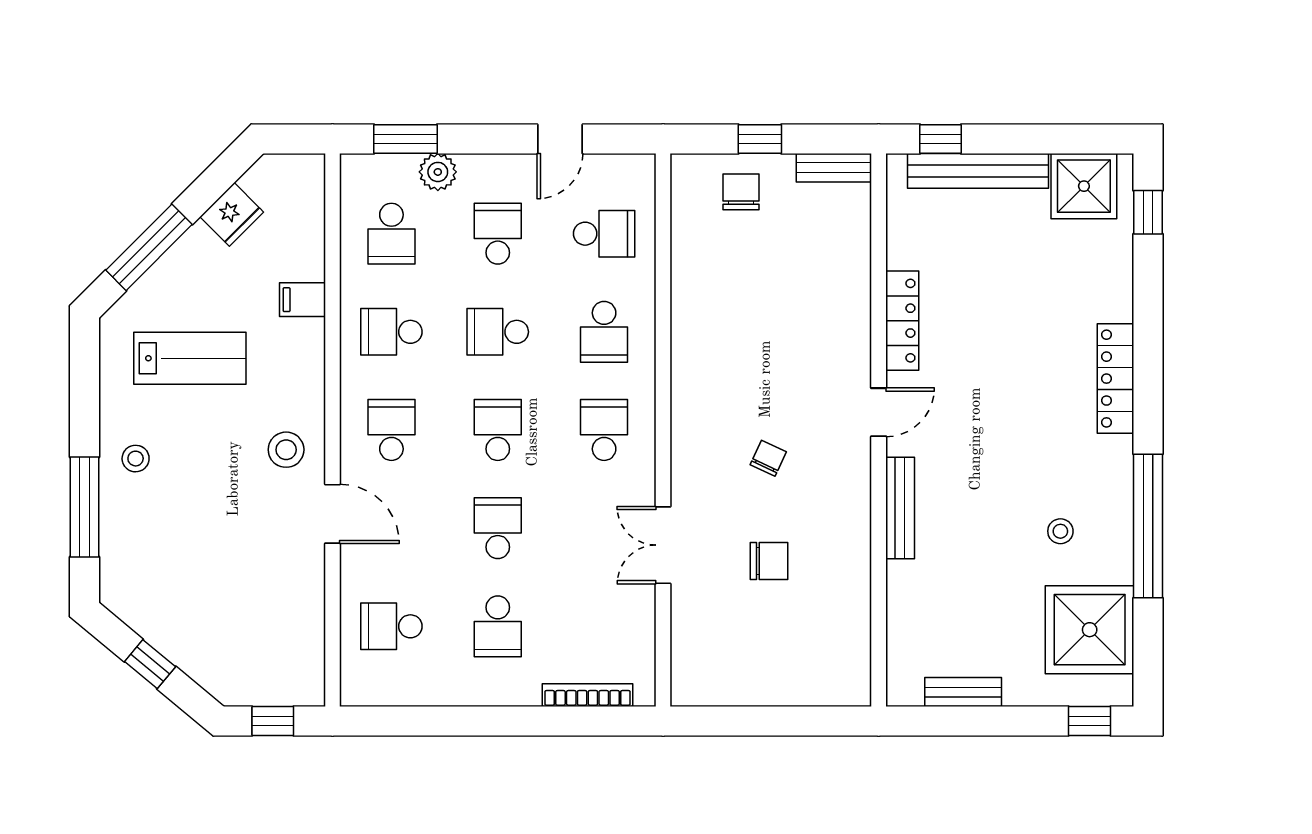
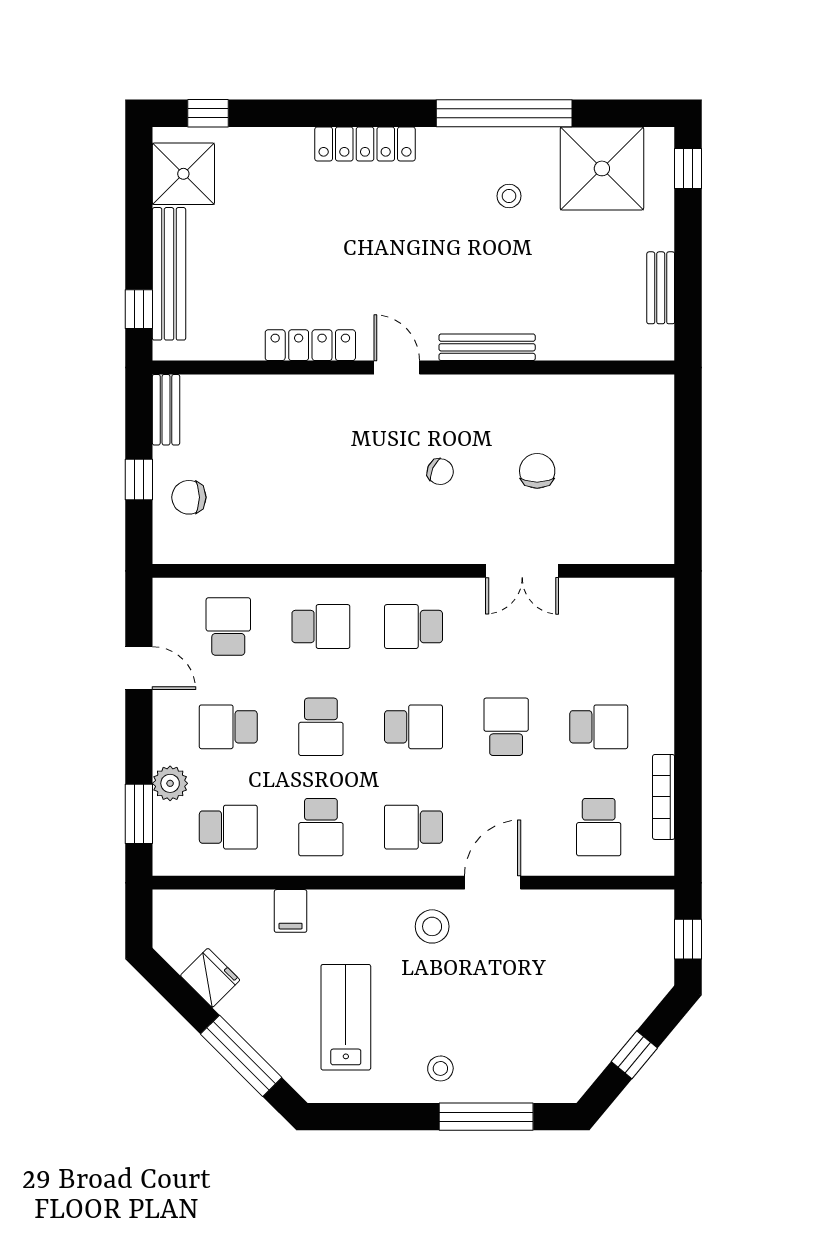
school desk: (498, 430) -> (413, 727), turned 180
chair: (768, 458) -> (440, 472), turned 180
school desk: (498, 528) -> (506, 727), turned 90
bookcase: (588, 695) -> (664, 797), moved

